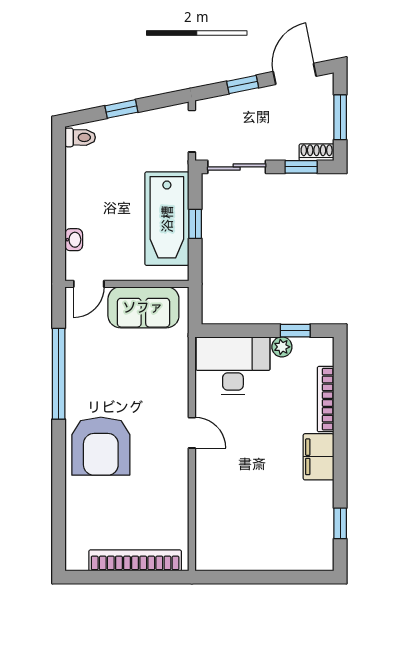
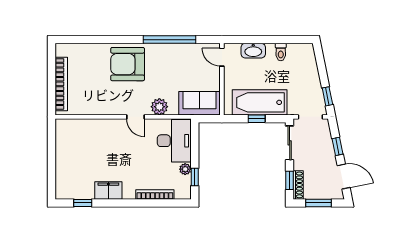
window: (121, 109) -> (327, 96), moved
toilet: (80, 137) -> (281, 52), moved
shoe rack: (317, 152) -> (298, 185), width x1.43
washbasin: (74, 240) -> (253, 51), width x1.91, depth x1.45
sofa: (143, 307) -> (199, 103), moved, turned 90
plant: (174, 391) -> (159, 107), added
door: (192, 433) -> (135, 117), hinge flipped
filing cabinet: (319, 457) -> (108, 190), moved

